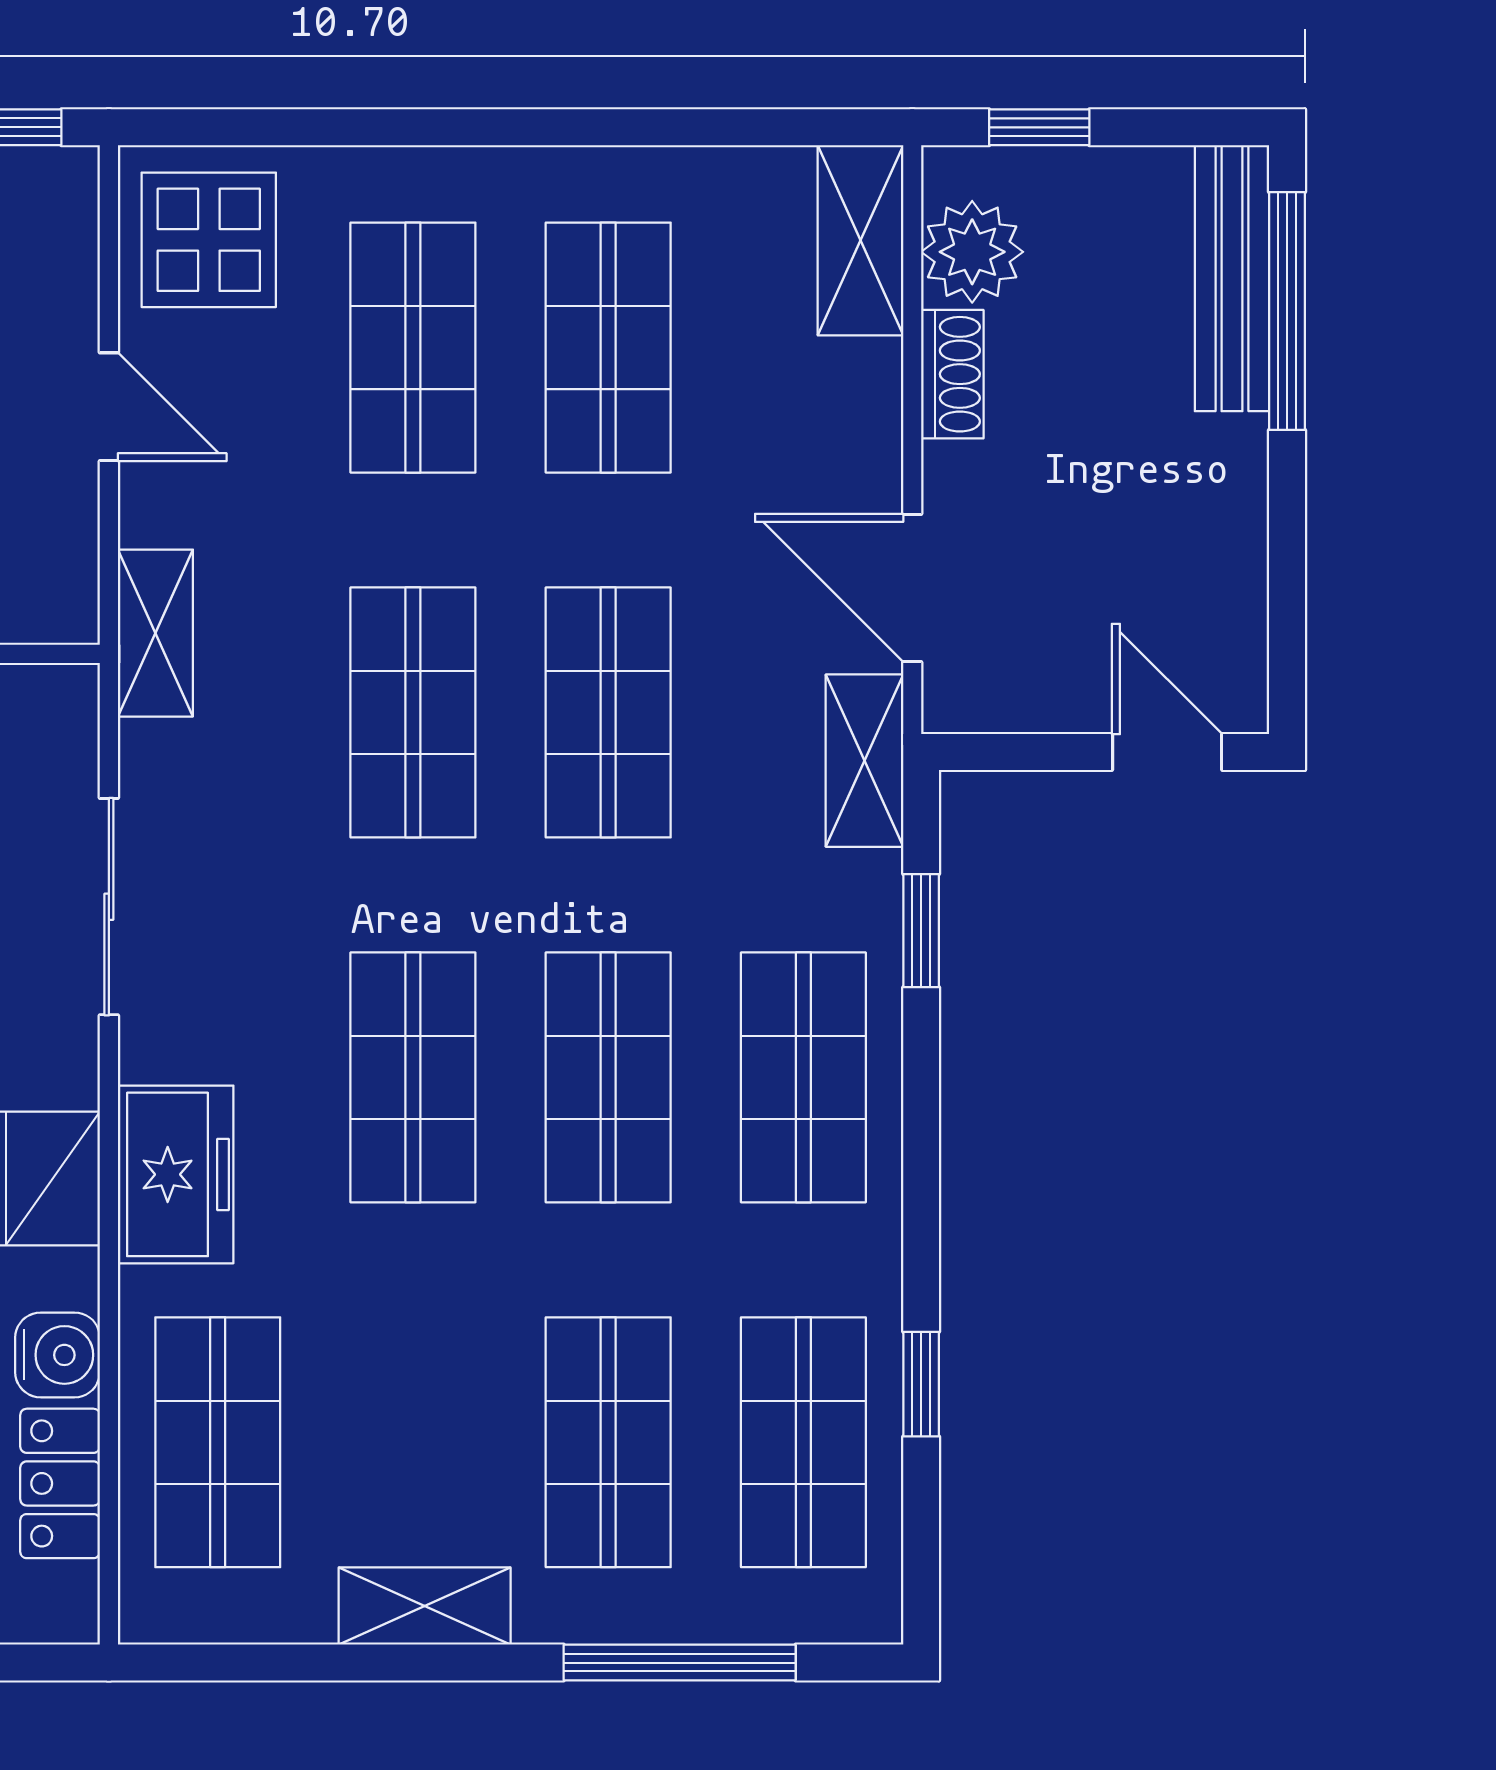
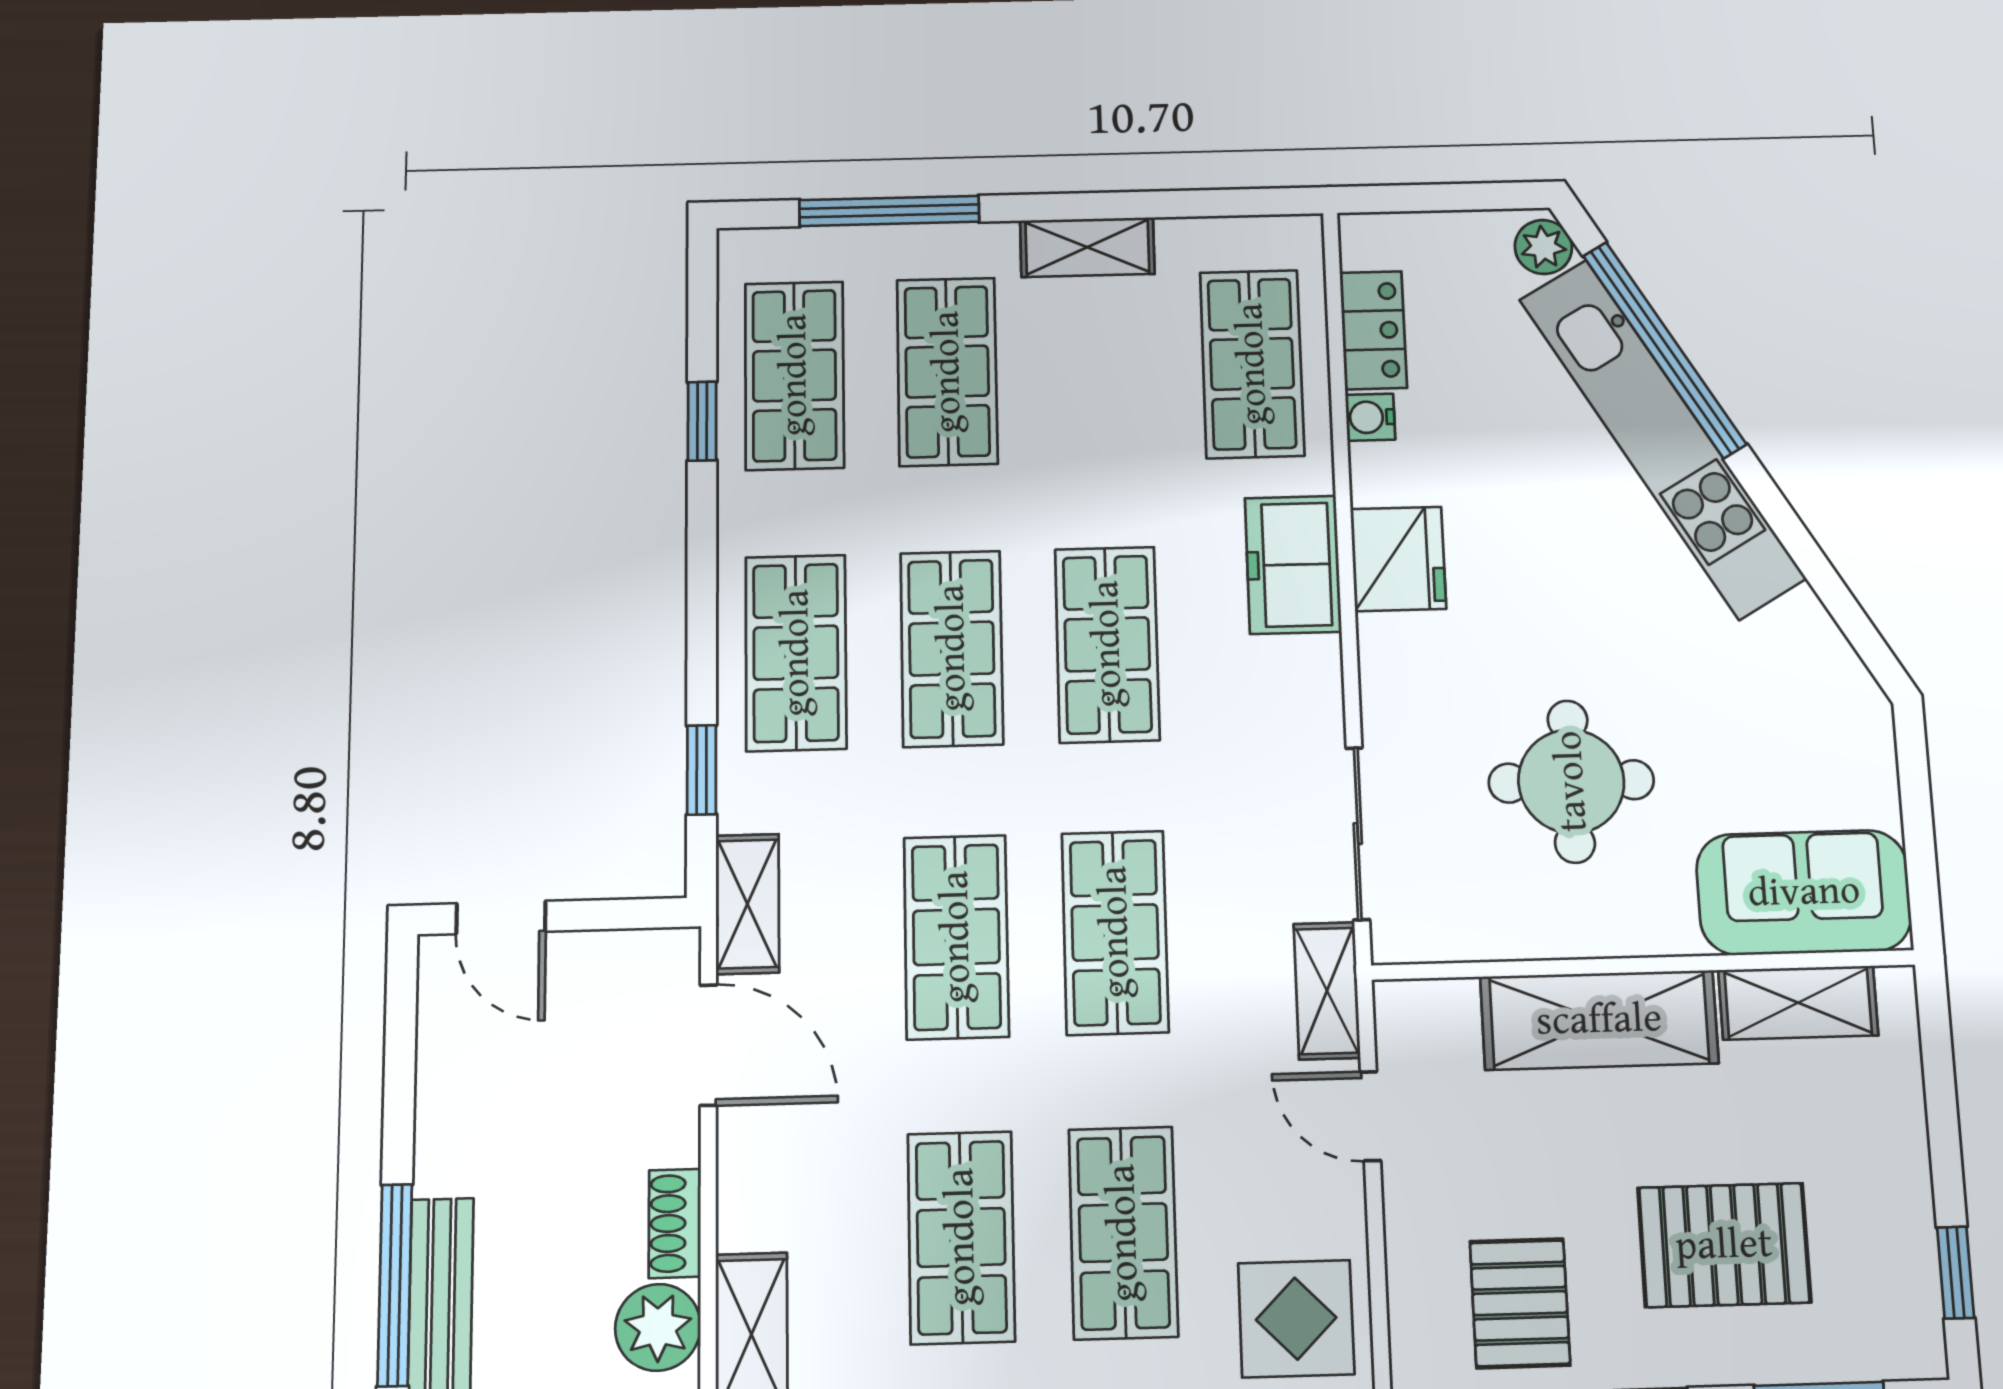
door: (109, 407) -> (1370, 1116), moved
sliding door: (109, 907) -> (1358, 834), moved
water cooler: (58, 1355) -> (1370, 417), width x0.72, depth x0.72

